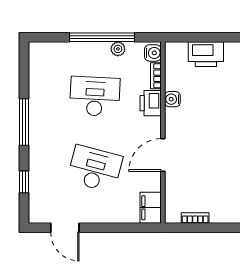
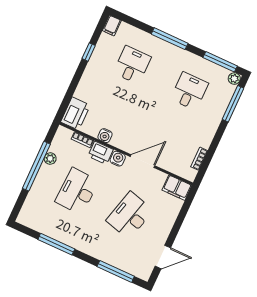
water cooler: (153, 53) -> (118, 159), moved
printer: (206, 54) -> (75, 113), moved
window: (24, 122) -> (56, 244), moved
door: (163, 155) -> (143, 161), swing flipped
window: (24, 182) -> (116, 271), width x2.17

